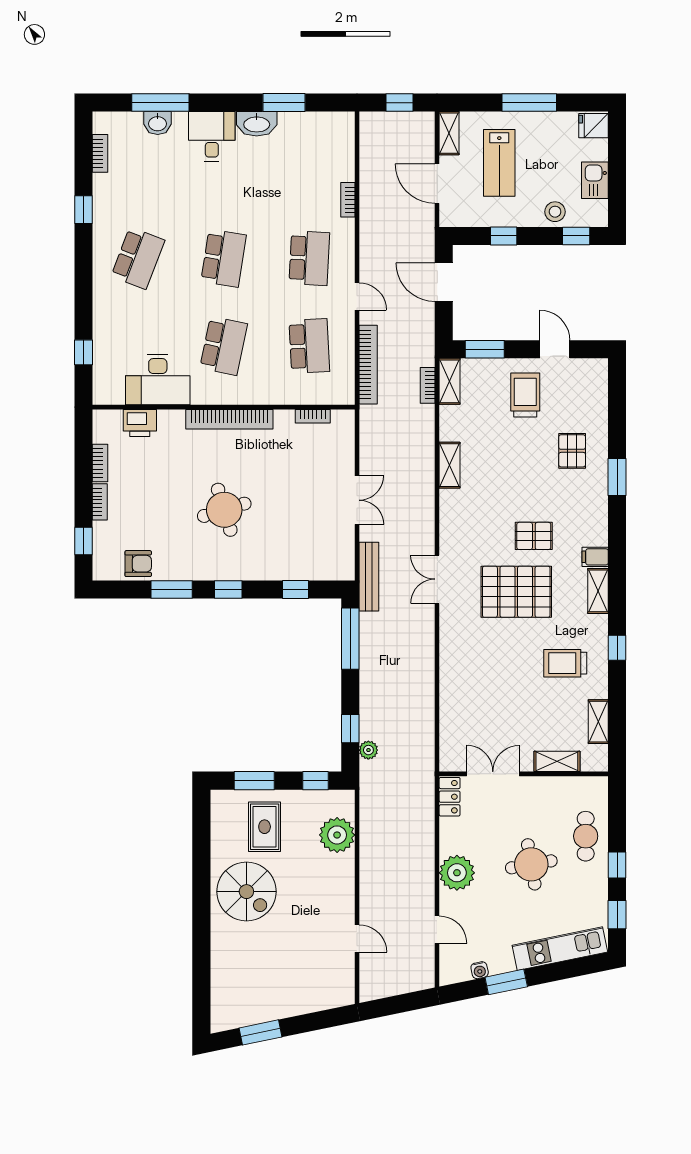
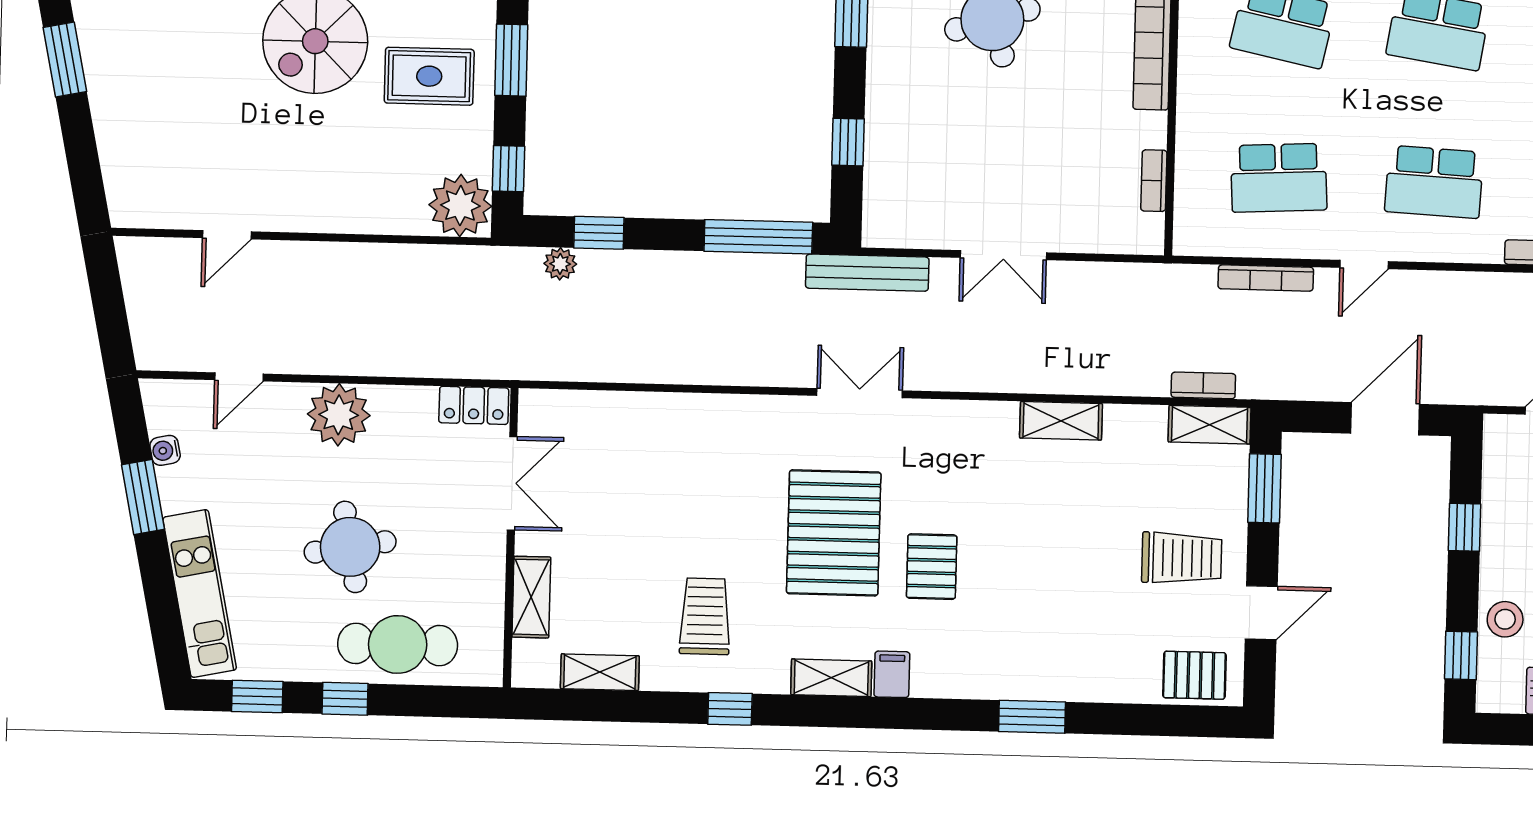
bookcase: (368, 365) -> (1266, 278), width x0.68, depth x0.76
pallet: (572, 451) -> (1194, 675), moved
plant: (337, 835) -> (460, 206), moved
cafe table: (586, 836) -> (398, 644), width x1.37, depth x1.35

